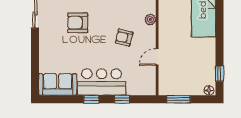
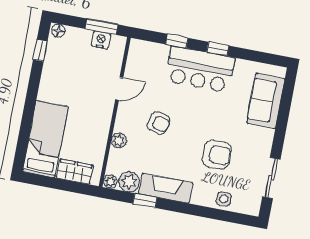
sofa: (58, 84) -> (266, 101), moved, turned 90
nightstand: (177, 90) -> (101, 40), added

